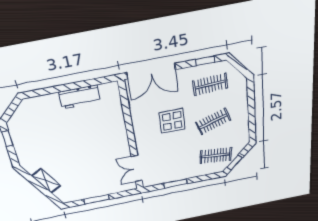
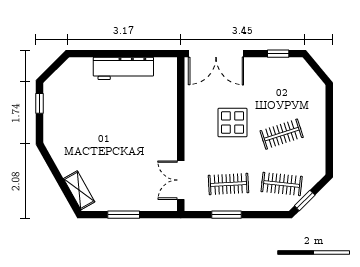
clothes rail: (210, 84) -> (228, 184), moved
workbench: (80, 97) -> (123, 68), width x1.38
shelving: (46, 181) -> (79, 190), moved

